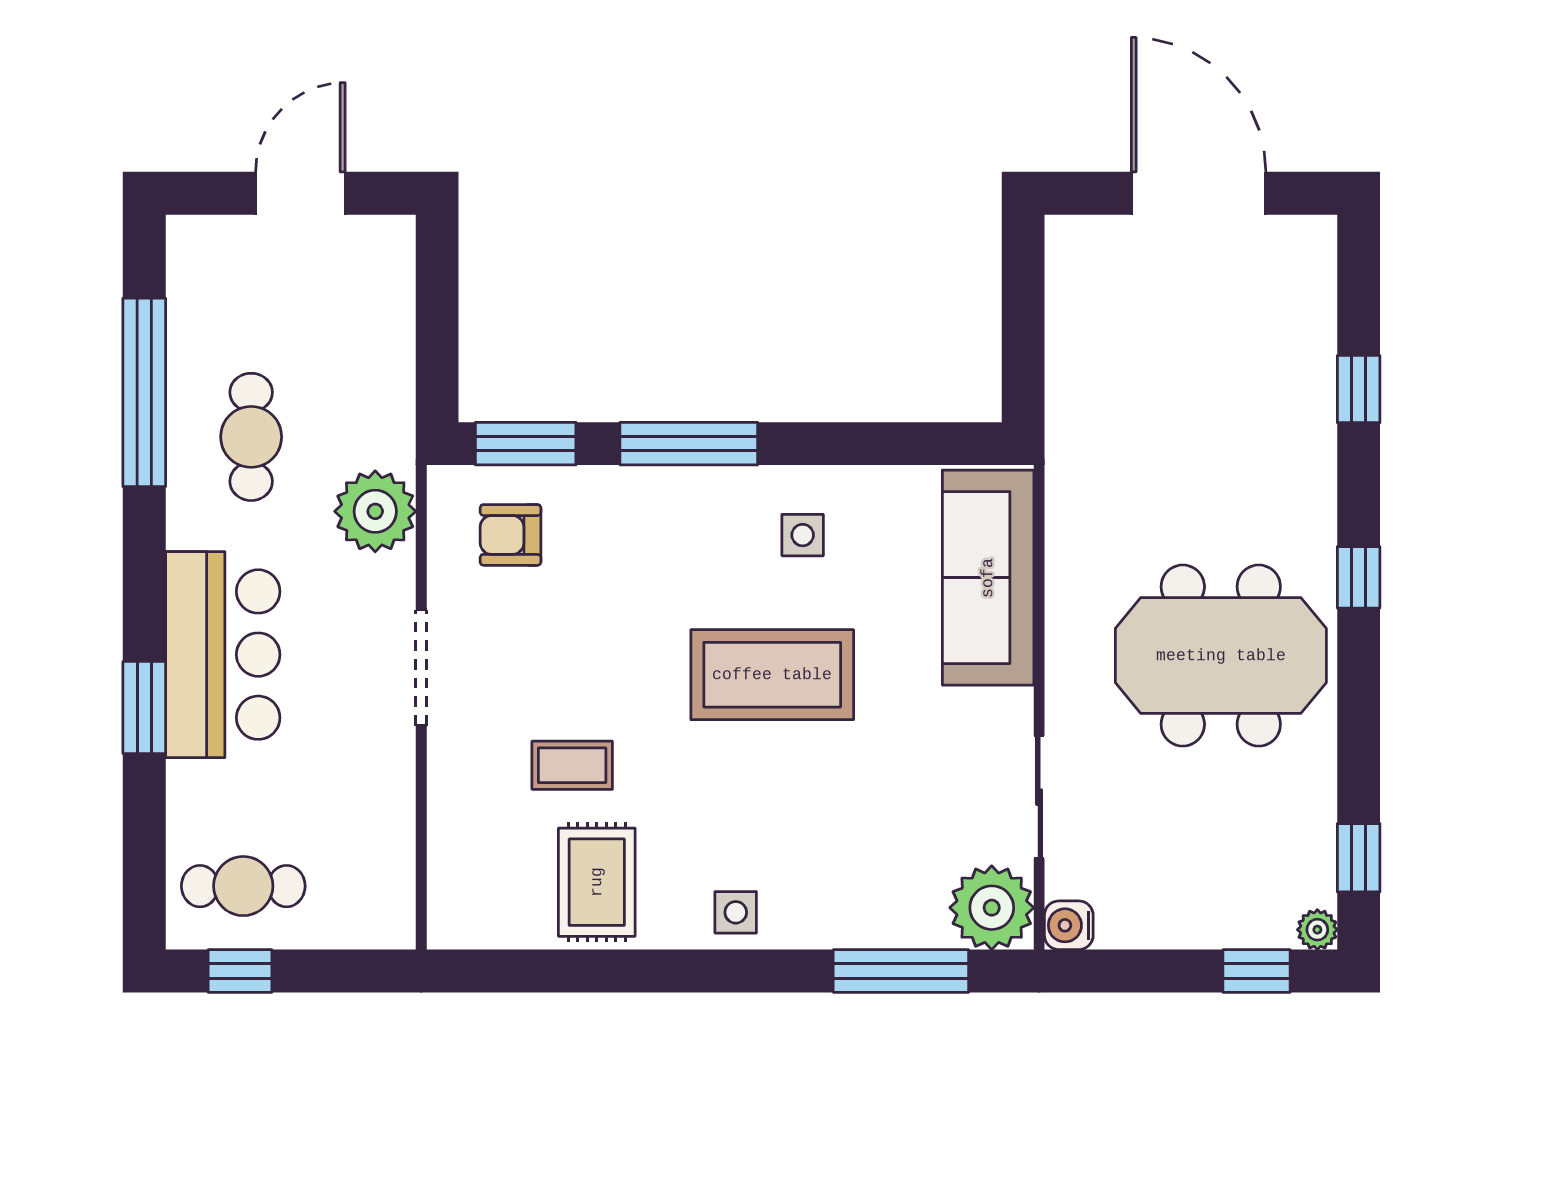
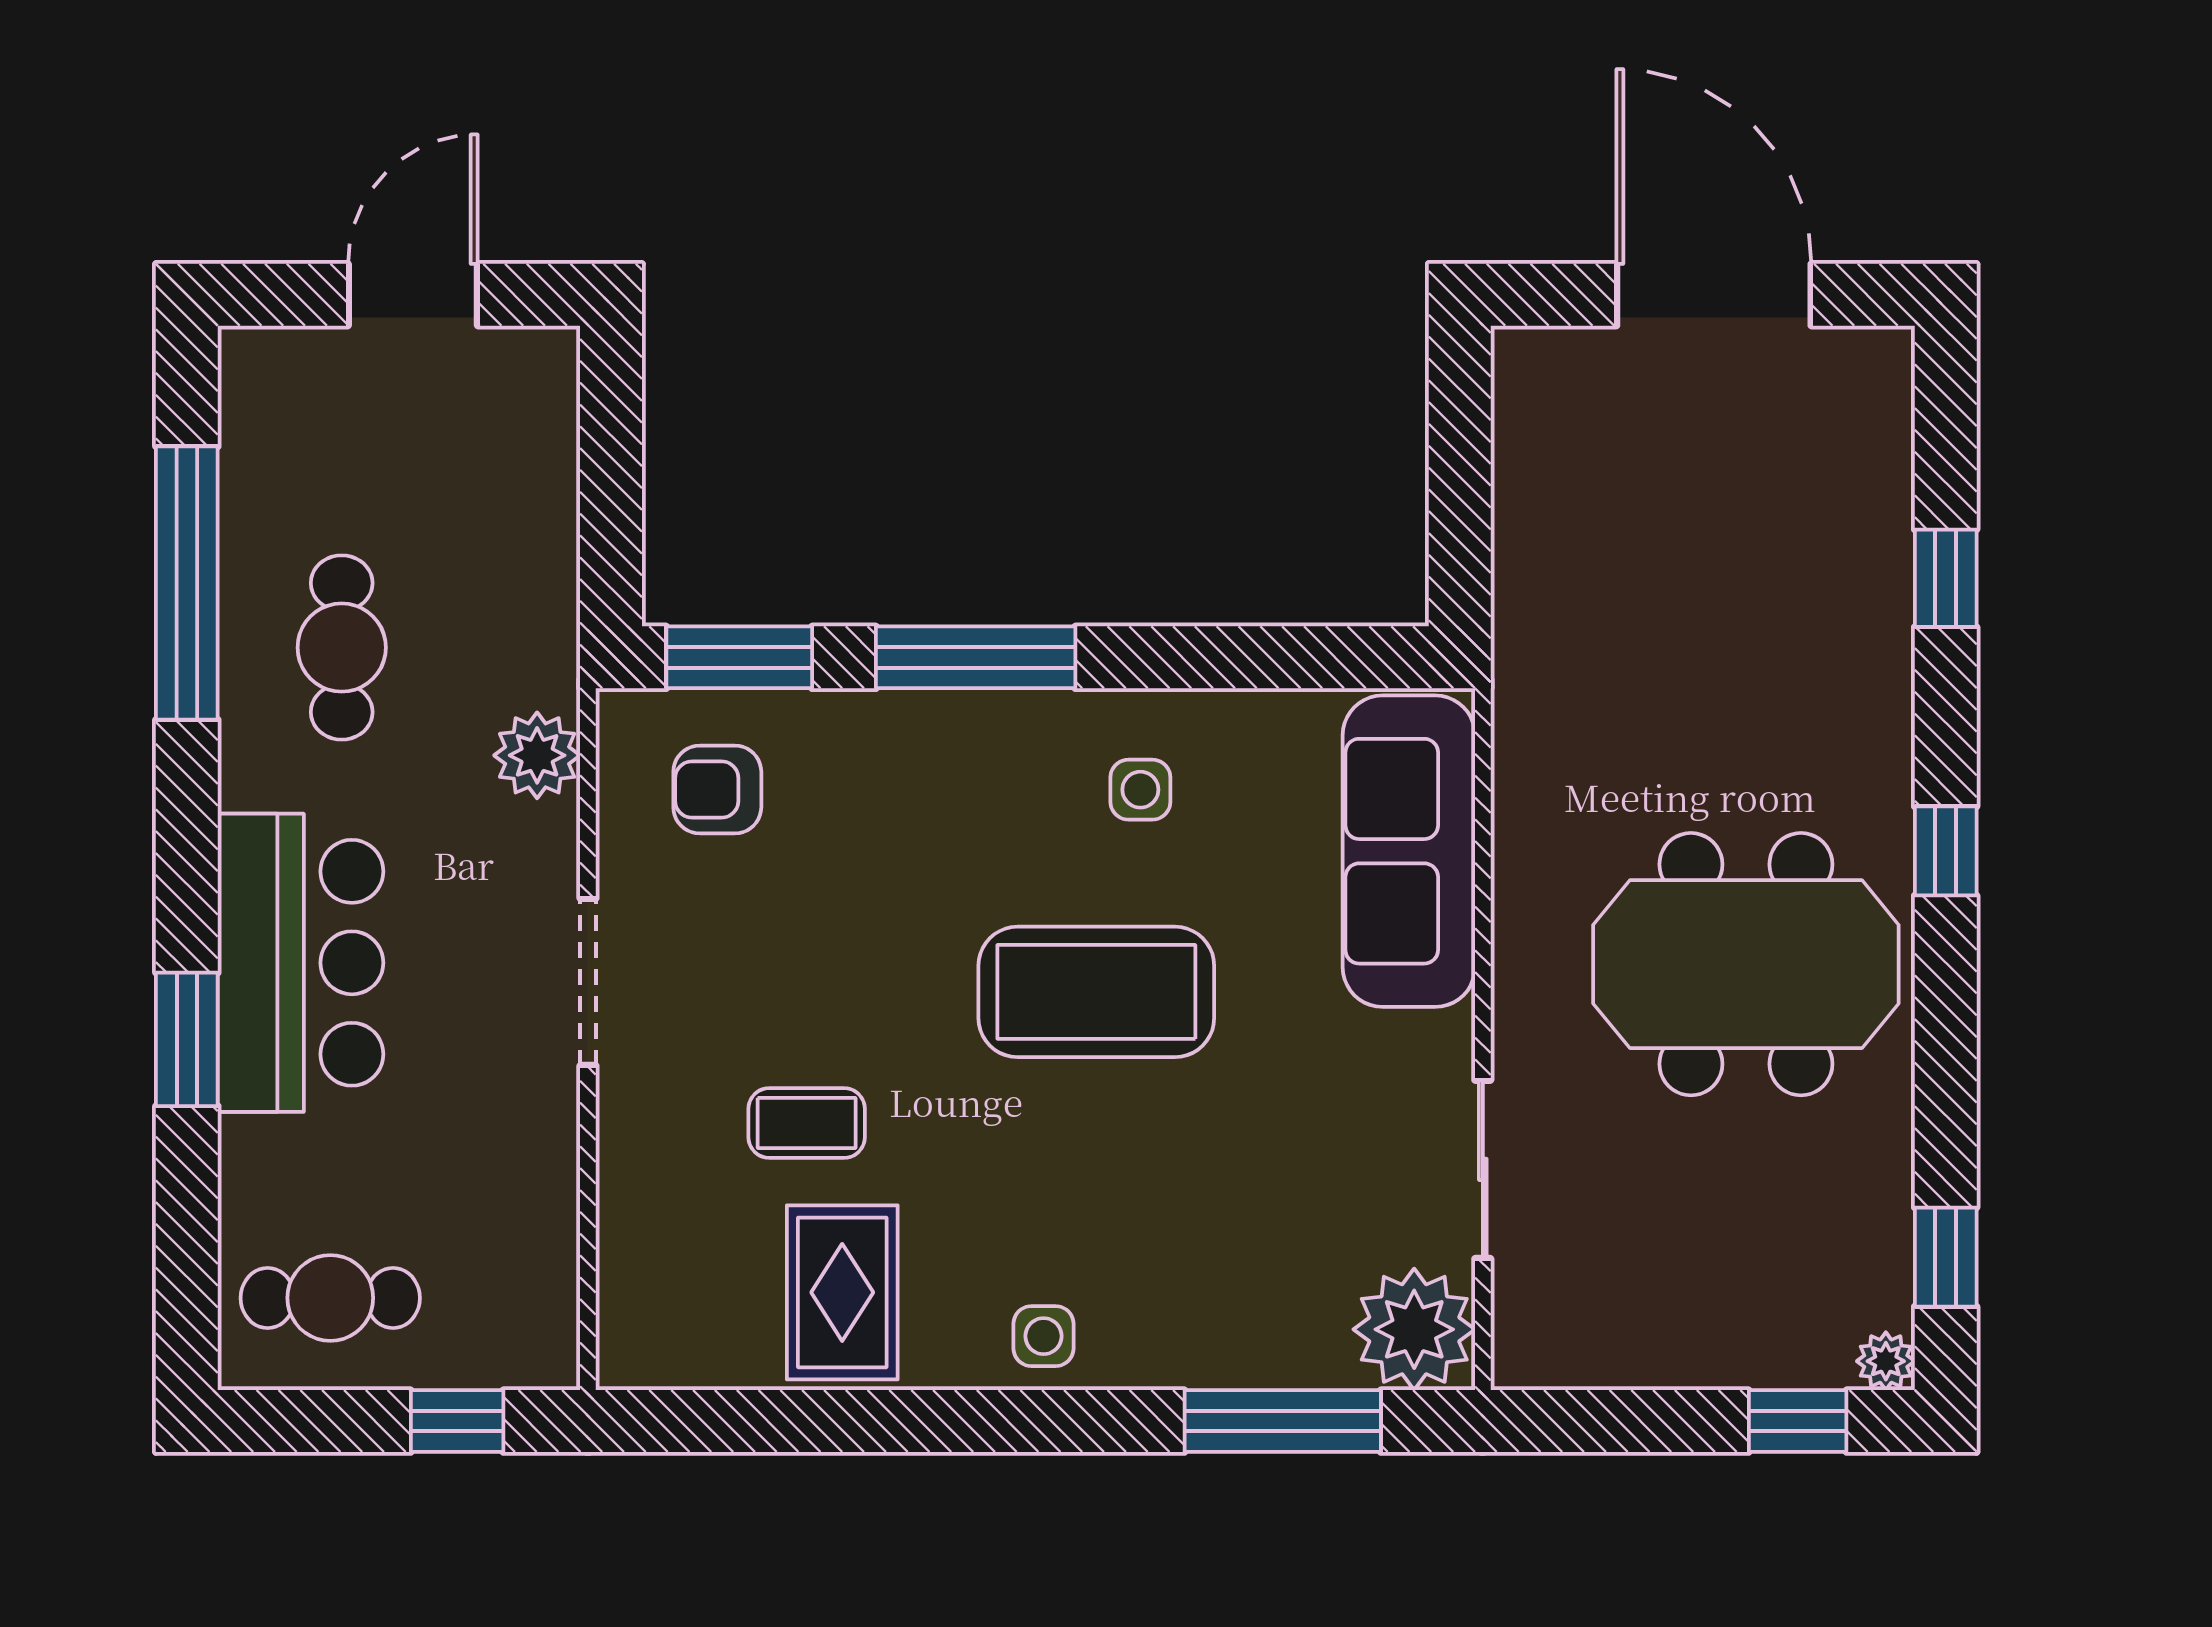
plant: (375, 511) -> (537, 755), width x0.73, depth x0.73
water cooler: (1069, 925) -> (1526, 1355), removed
window: (240, 971) -> (457, 1421), moved

